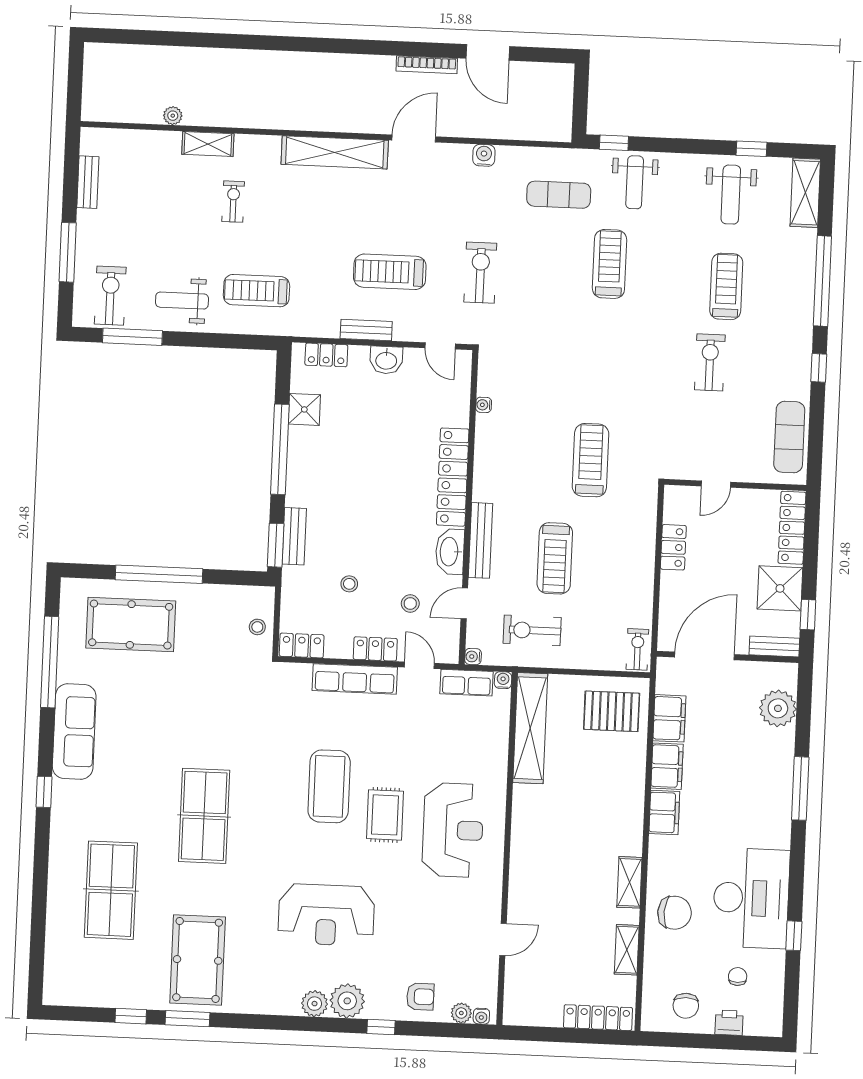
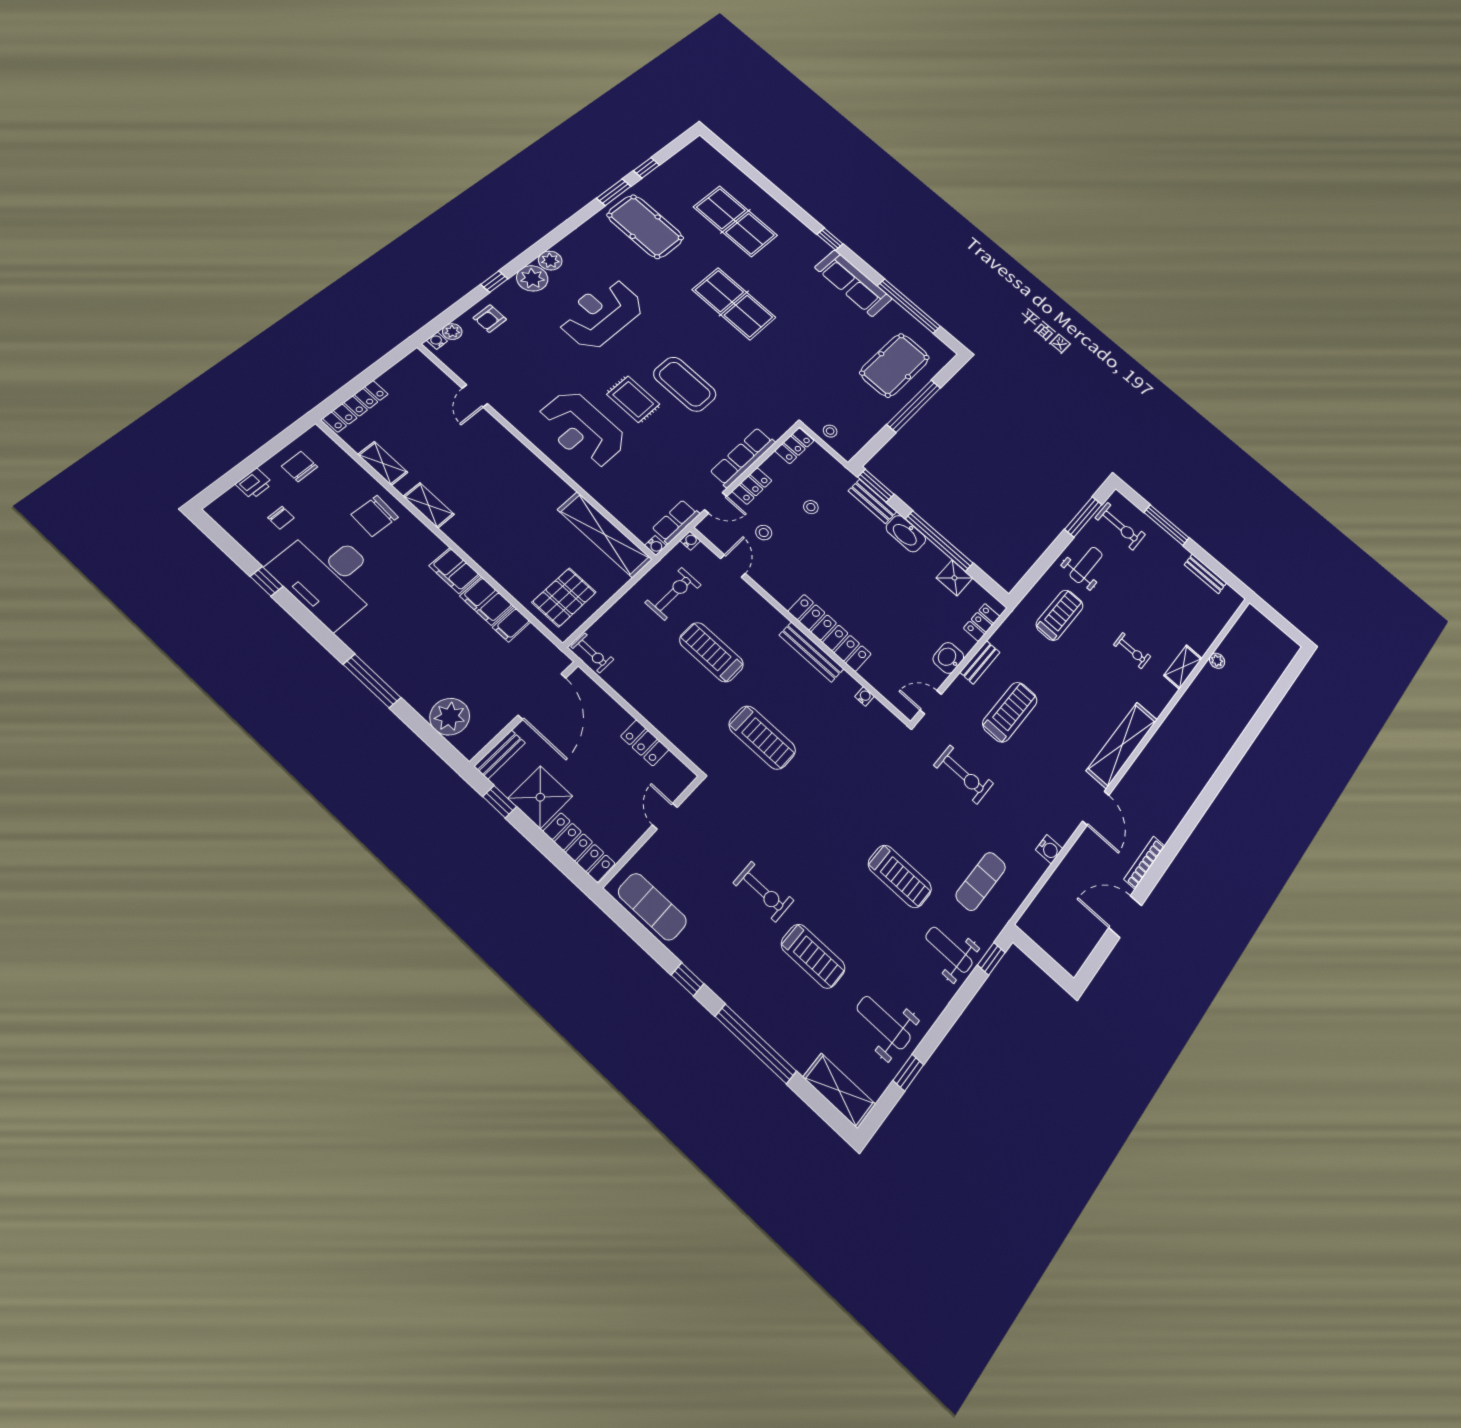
bench: (480, 540) -> (811, 652), moved
washbasin: (450, 552) -> (906, 534), moved, turned 180
filing cabinet: (669, 718) -> (512, 625), width x0.50

